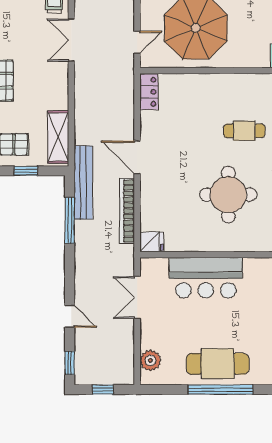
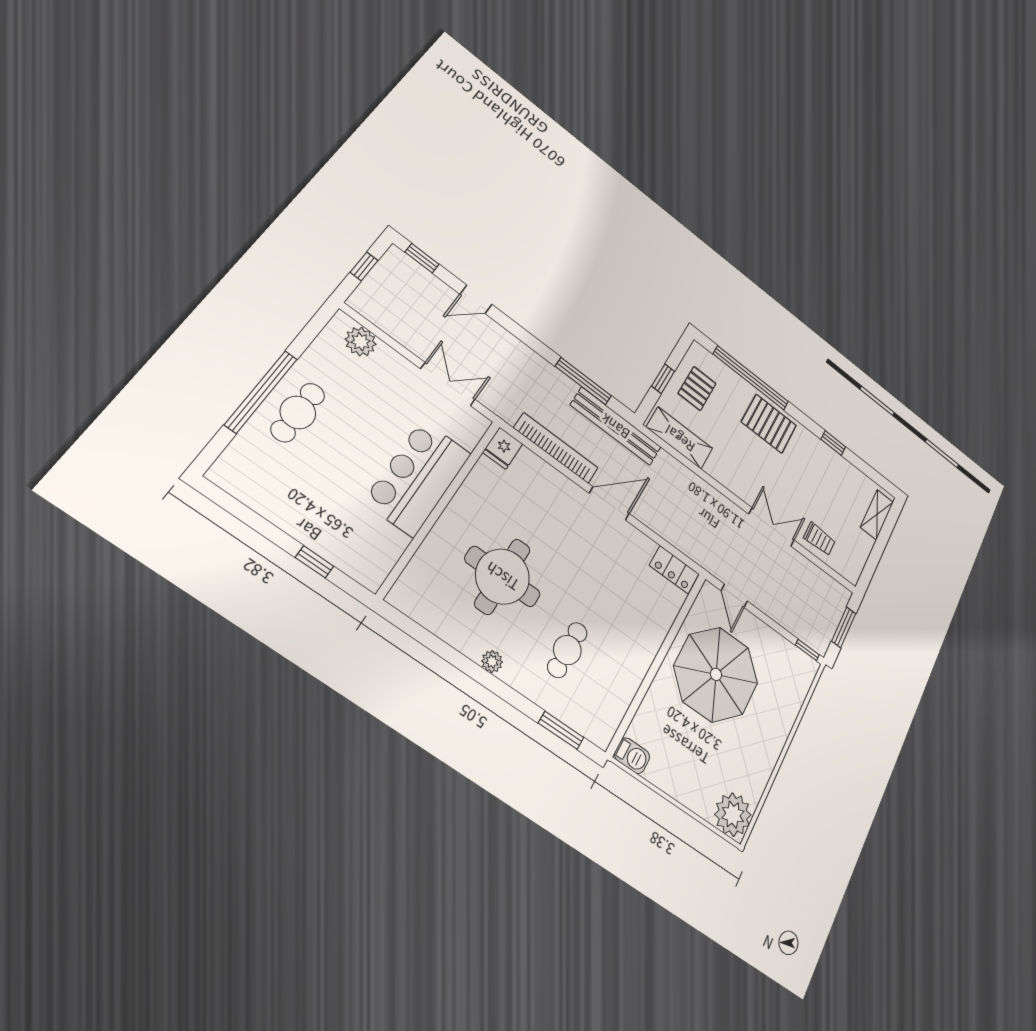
cafe table: (218, 364) -> (298, 412), width x0.73, depth x0.74

